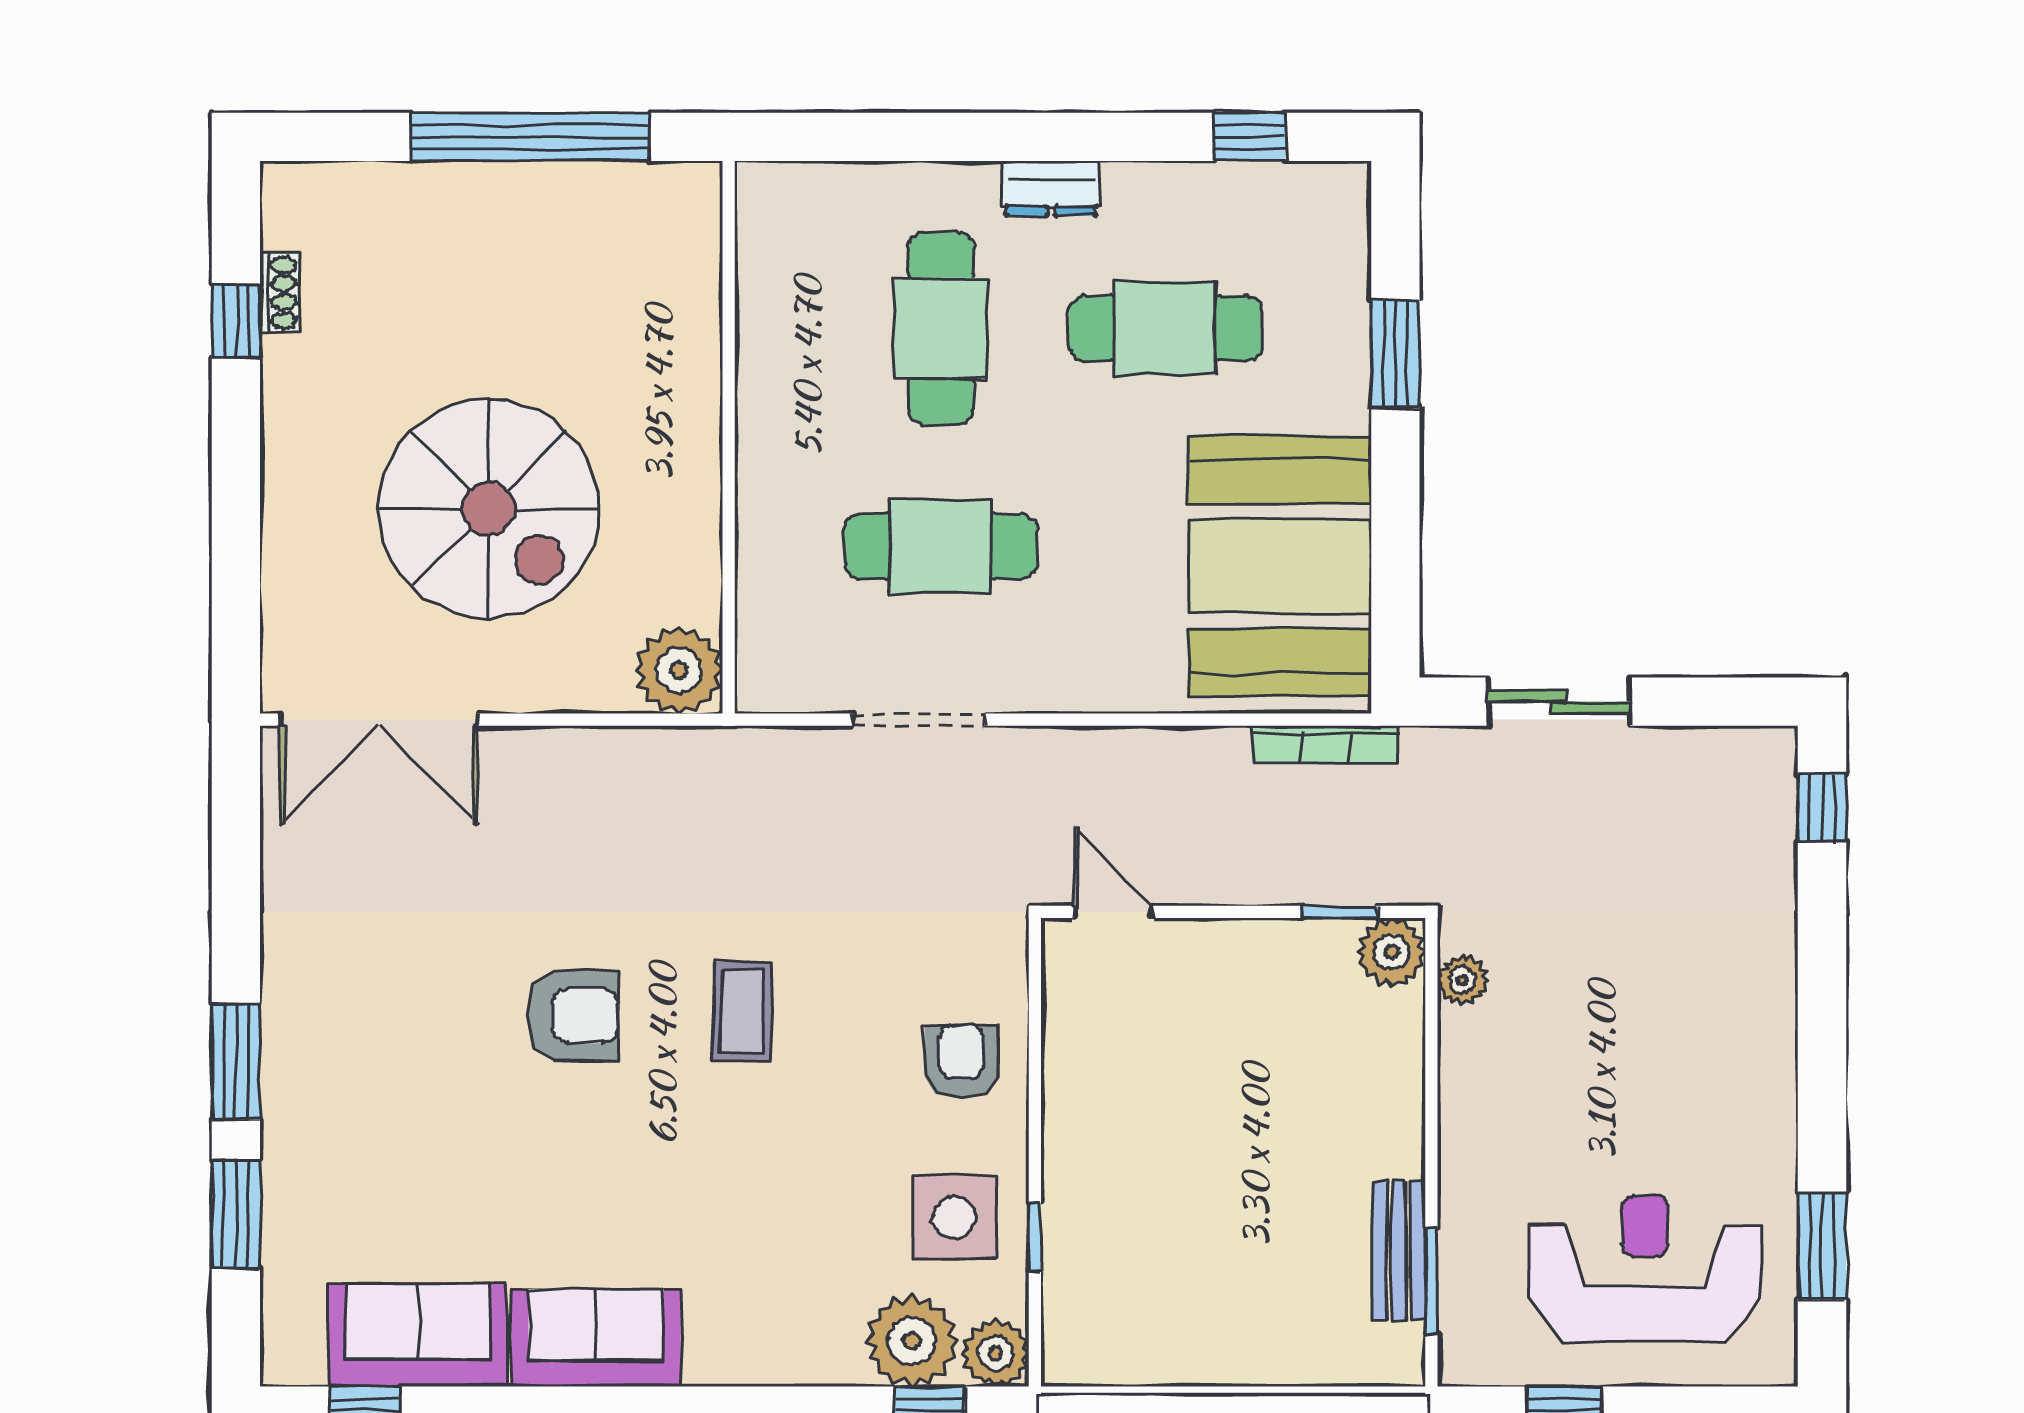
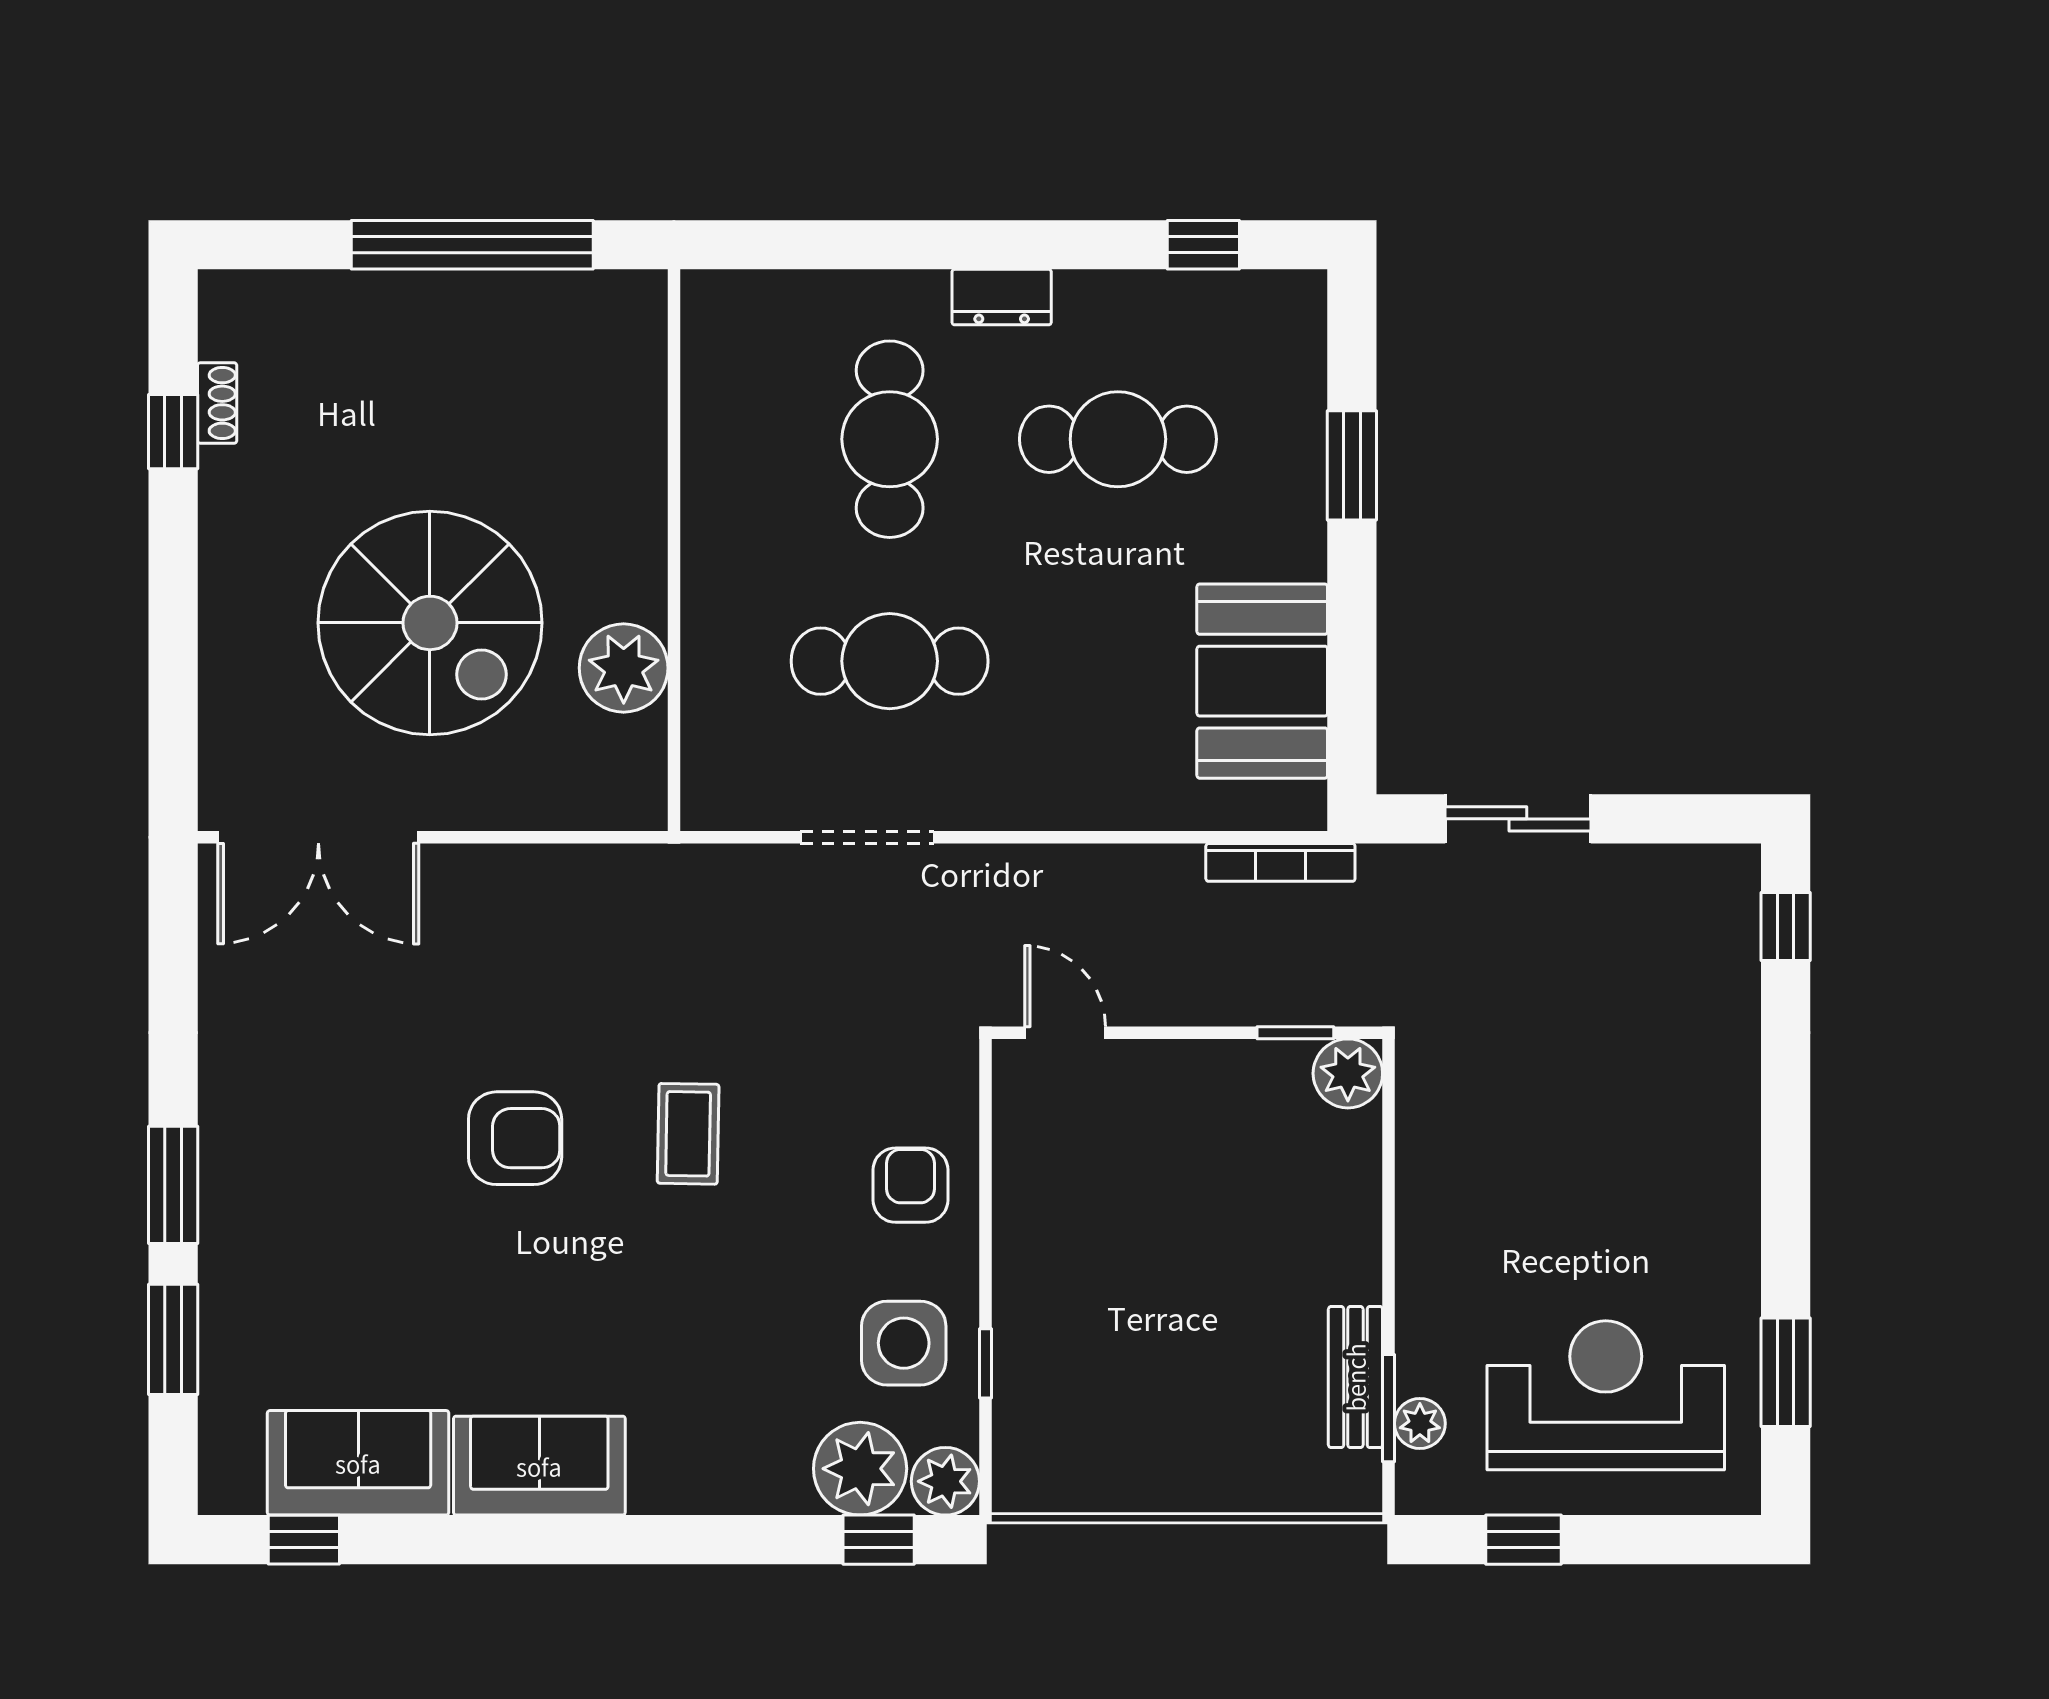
booth: (1280, 566) -> (1262, 681), width x0.73, depth x0.70
plant: (679, 670) -> (624, 668), moved
plant: (1462, 980) -> (1420, 1423), moved

